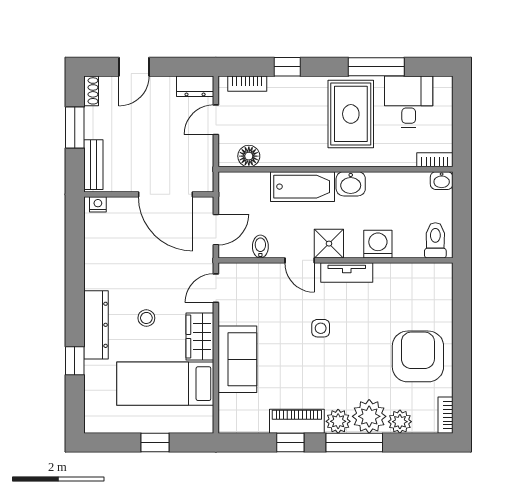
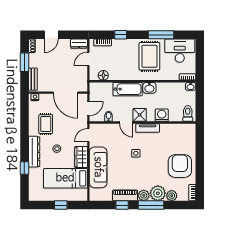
desk: (409, 102) -> (180, 51), width x1.37
rug: (122, 264) -> (46, 124), added
sofa: (237, 359) -> (98, 167), width x1.36

